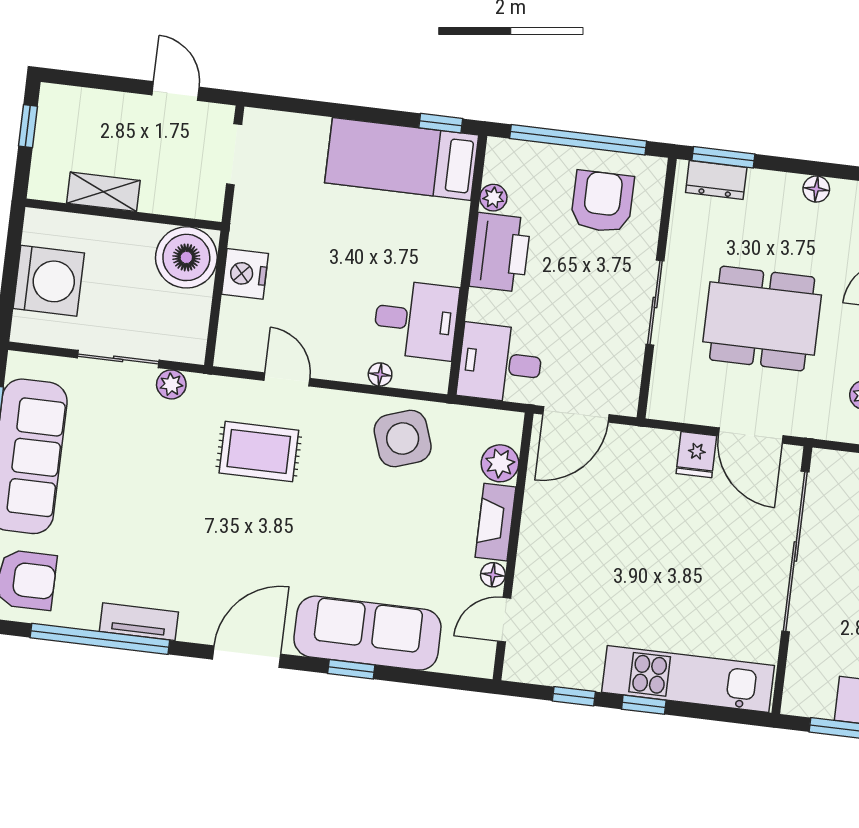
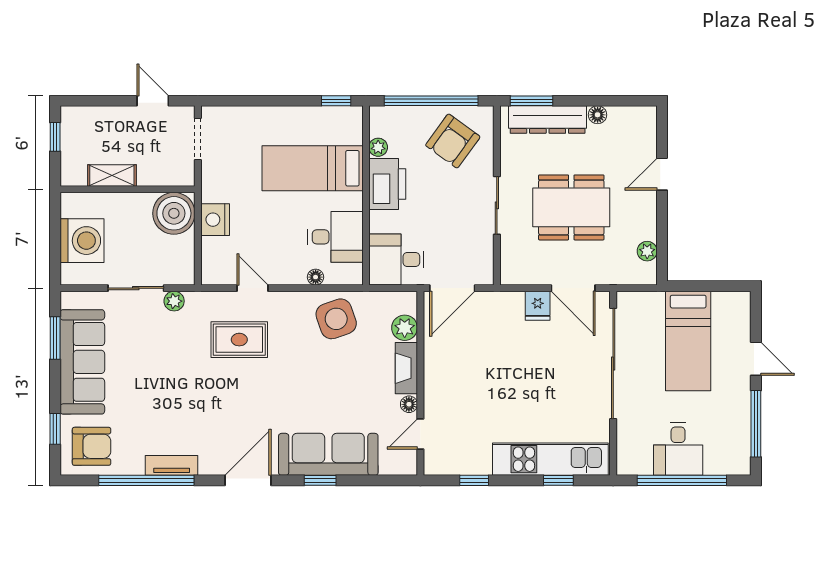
bed: (402, 159) -> (313, 168), moved
dresser: (716, 180) -> (548, 120), width x1.96, depth x1.24
armchair: (602, 202) -> (453, 141), turned -144
window: (644, 705) -> (558, 480), moved

